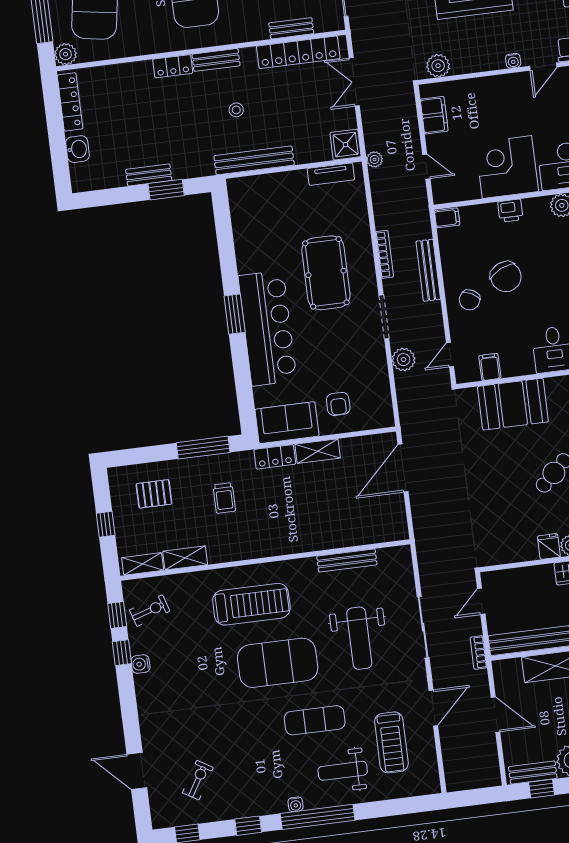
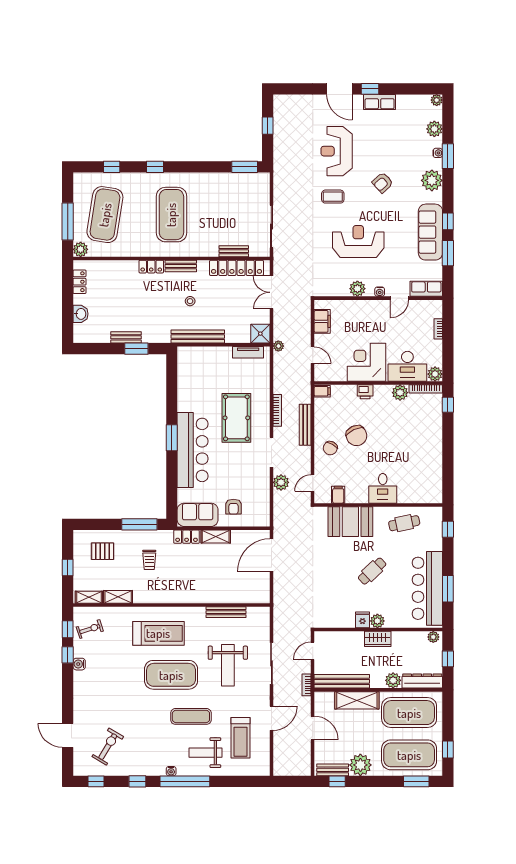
plant: (438, 66) -> (357, 289), moved
locker: (70, 102) -> (79, 282), width x0.66
exercise bike: (198, 780) -> (108, 747), width x1.38, depth x1.39

